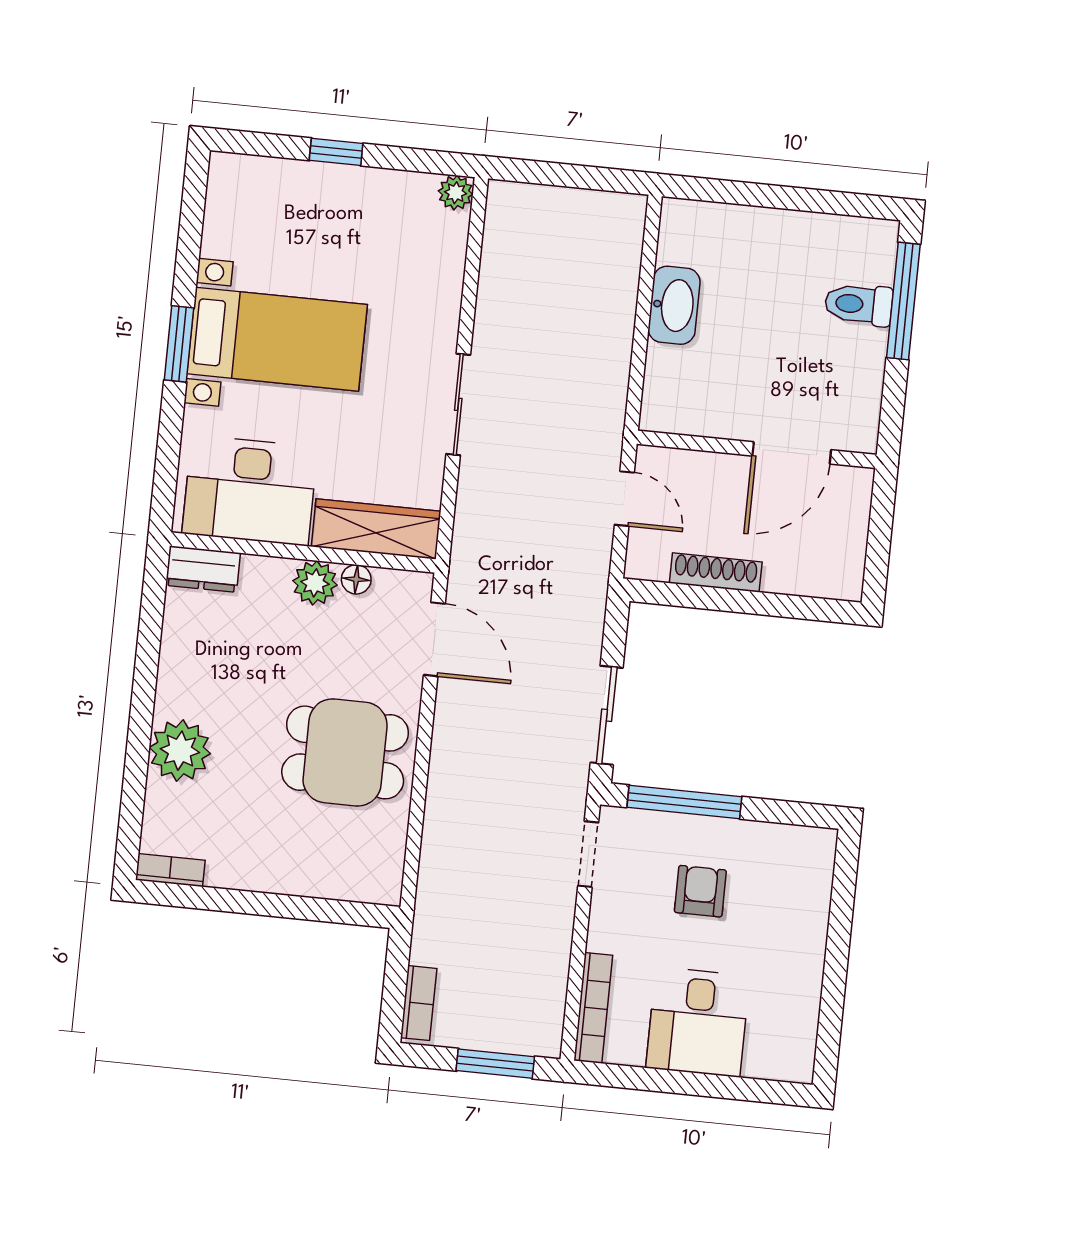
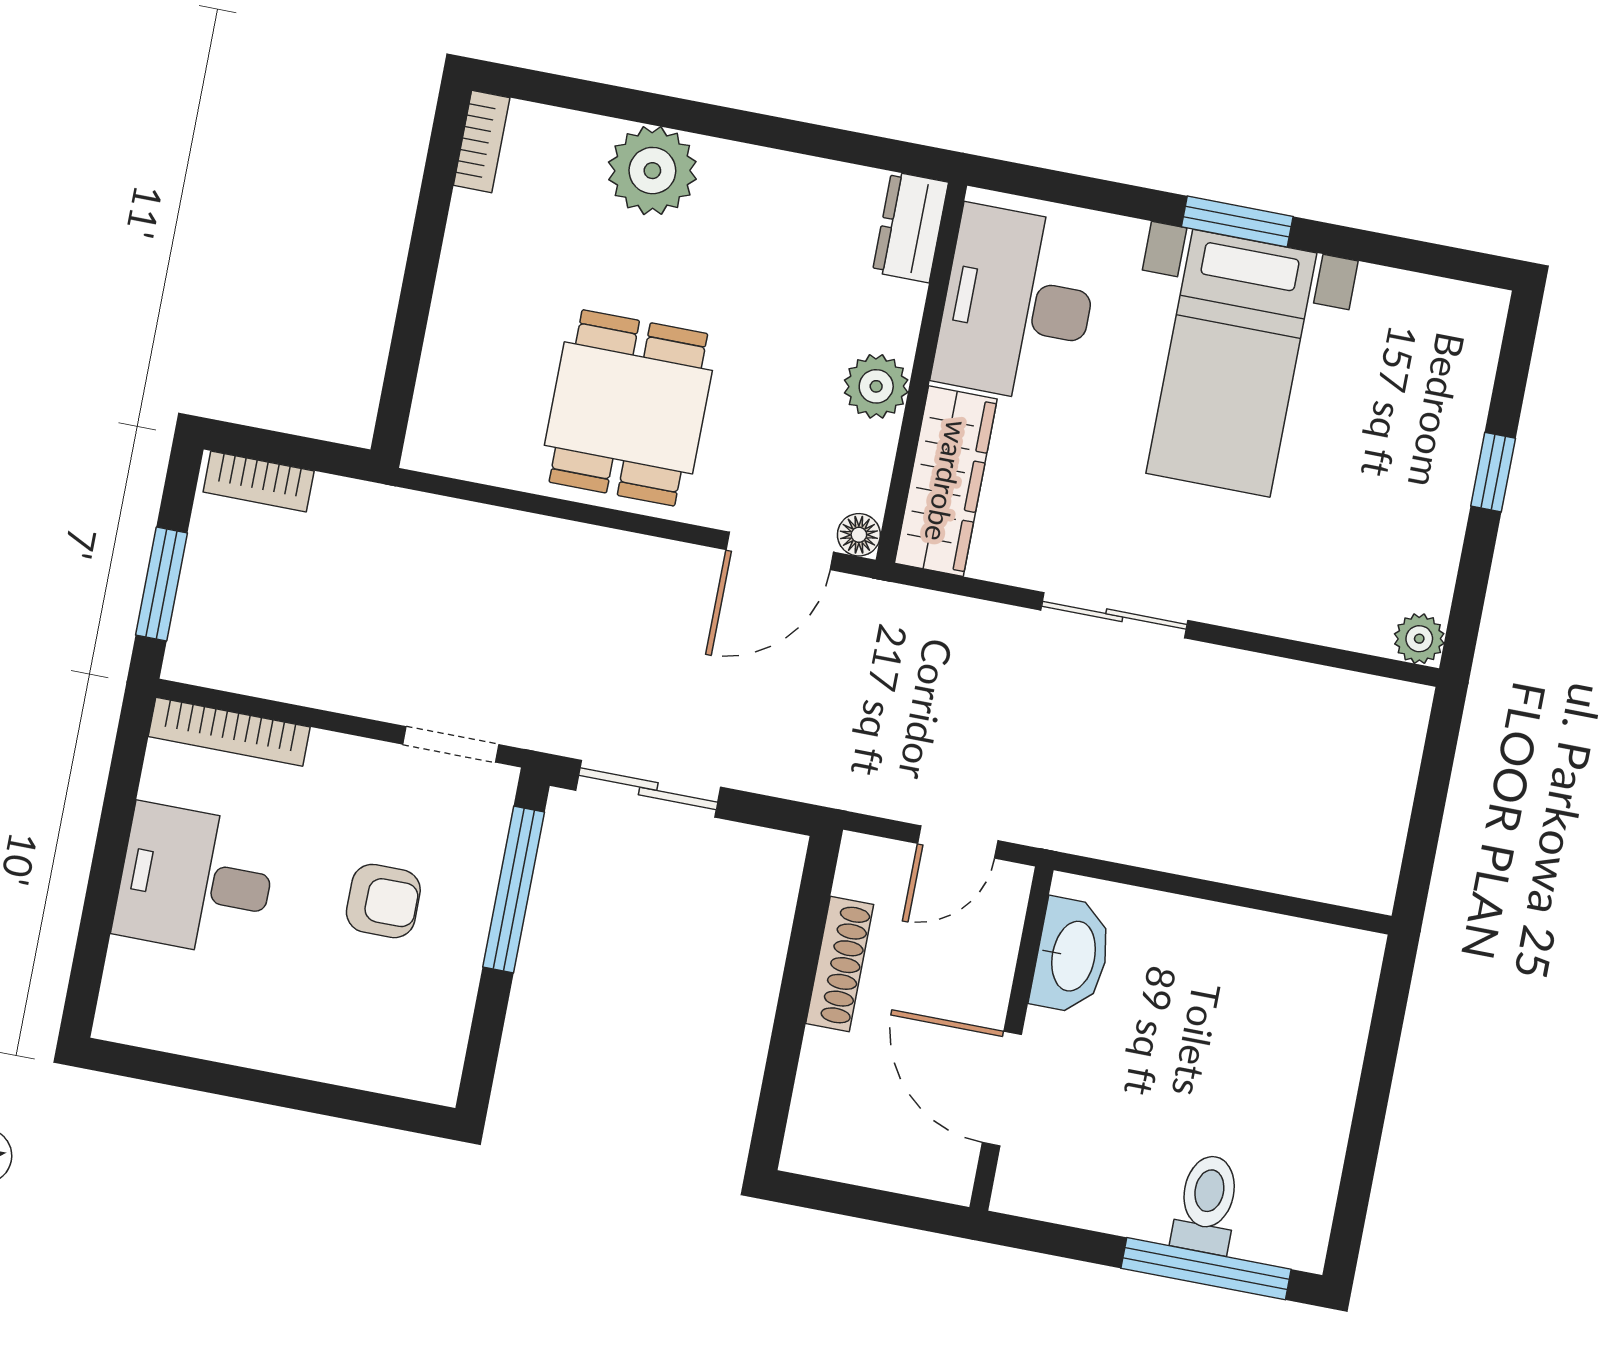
washbasin: (674, 305) -> (1072, 956), moved, turned -90
floor lamp: (356, 579) -> (859, 535), moved

